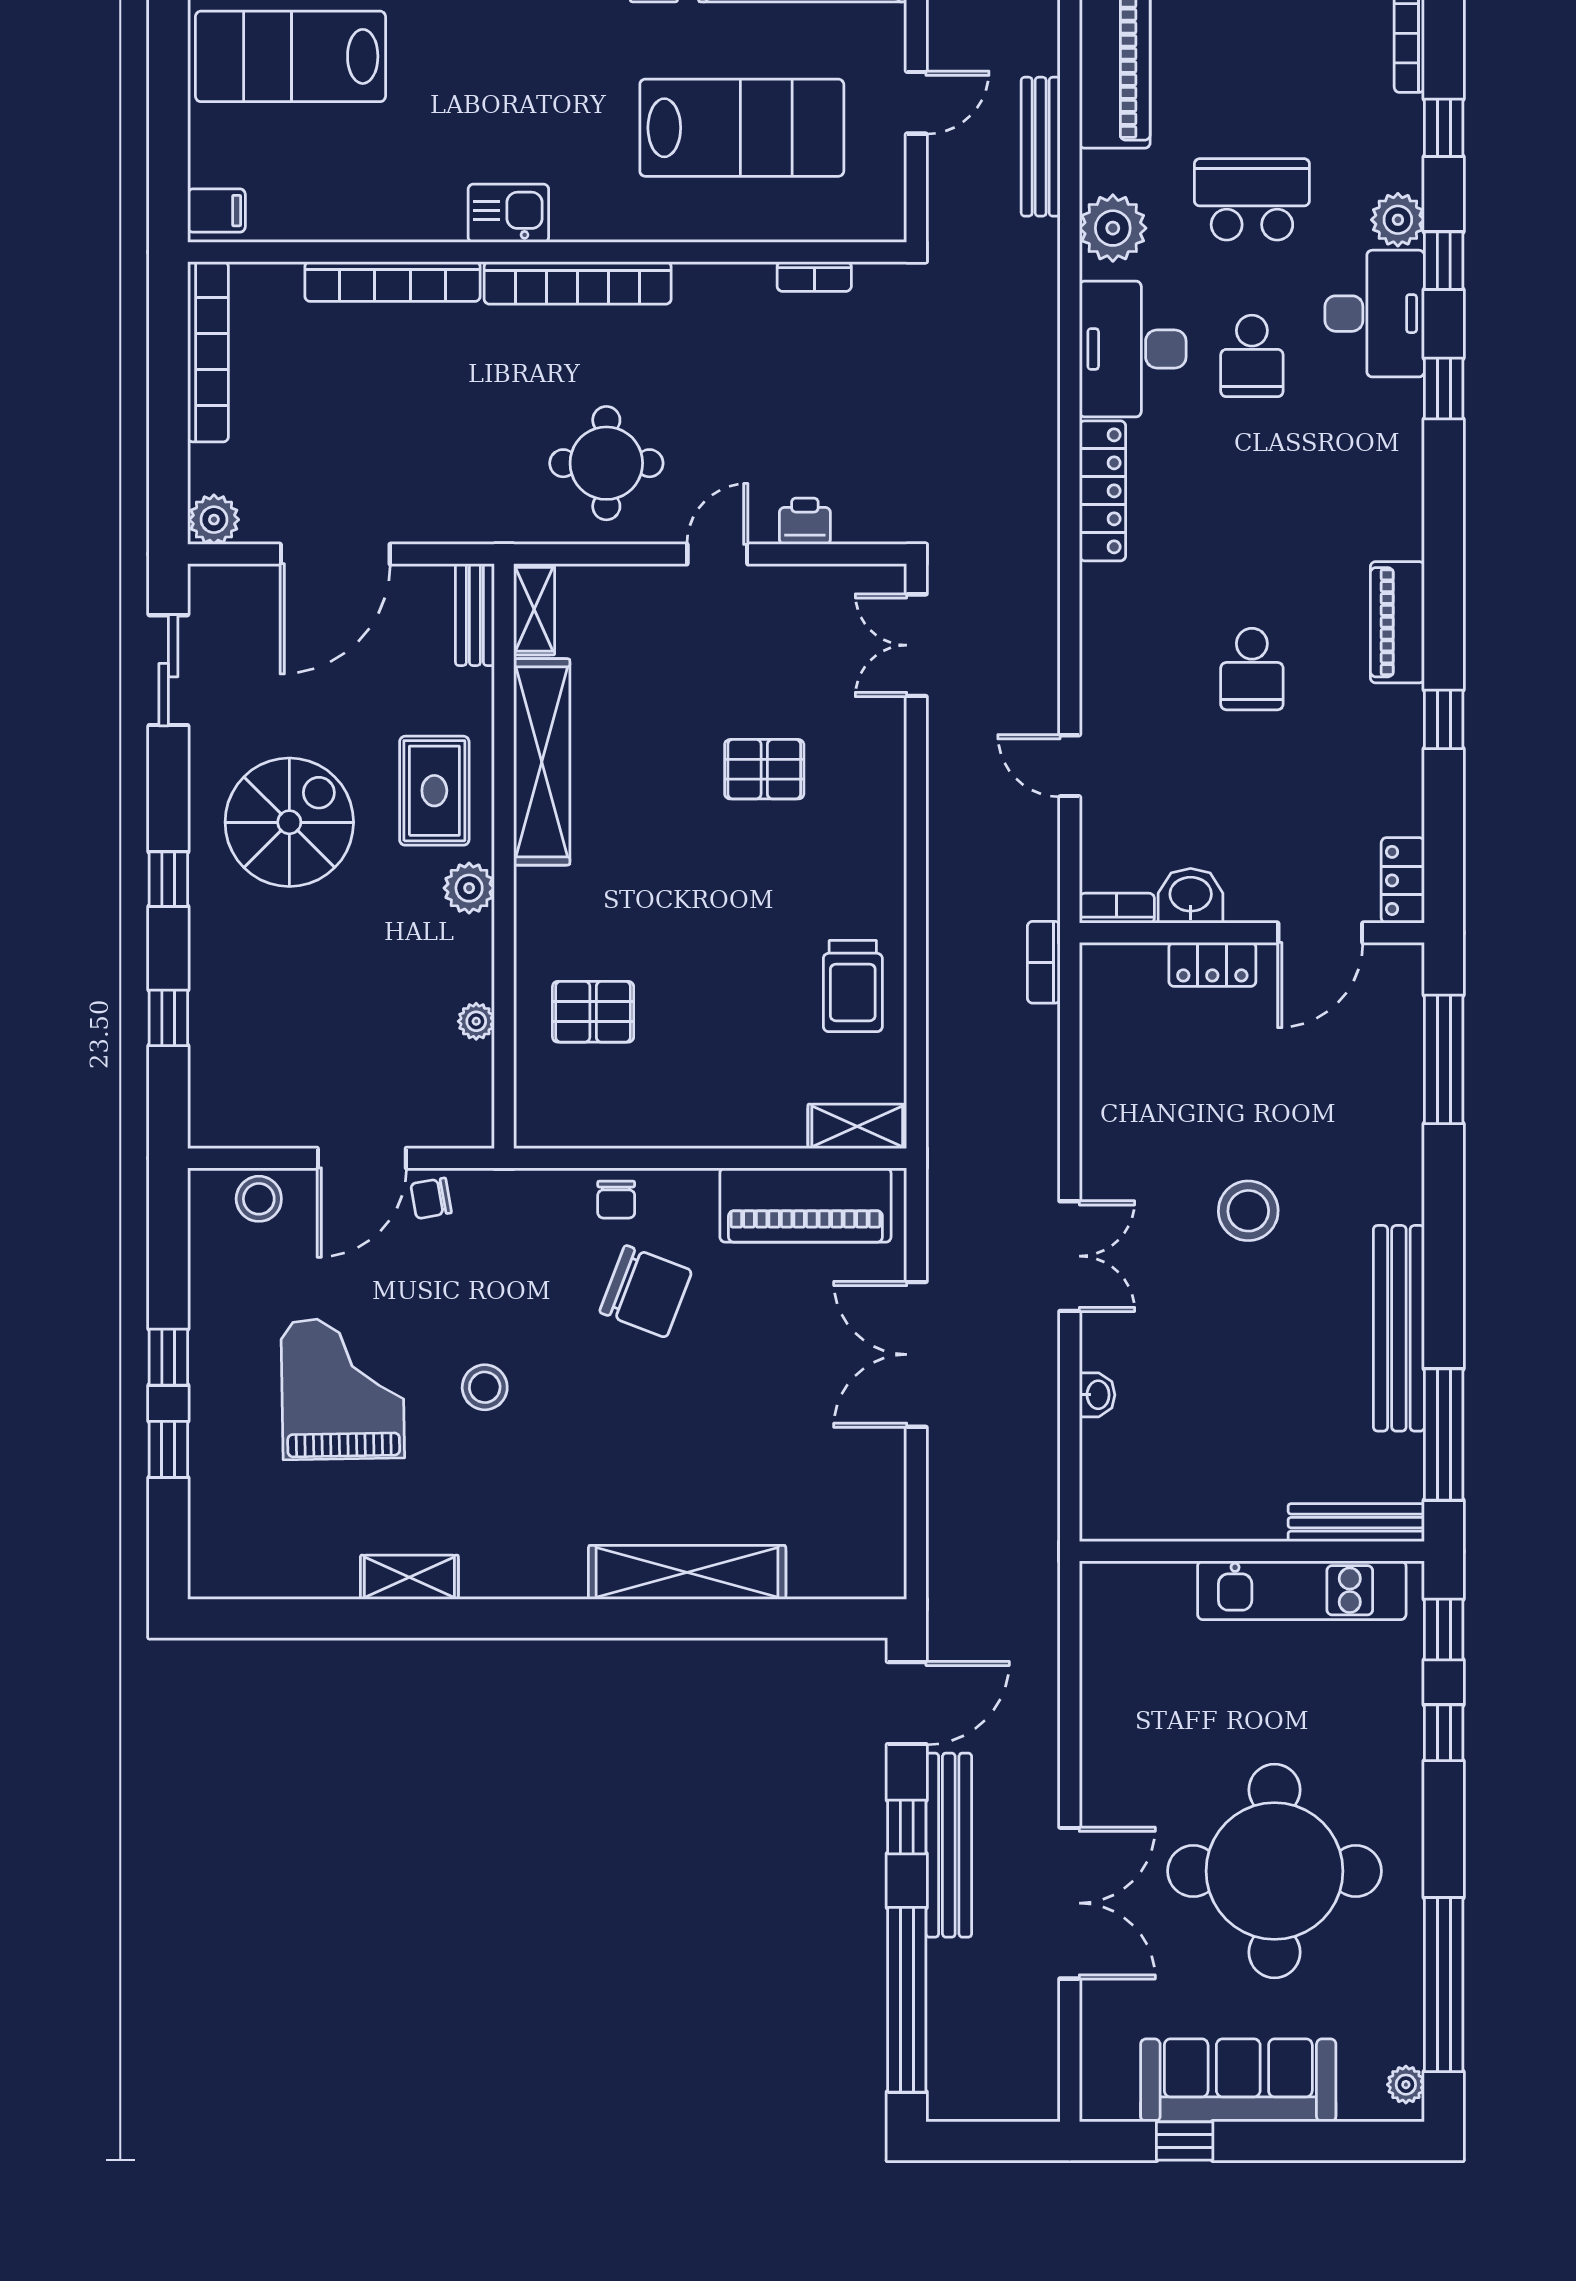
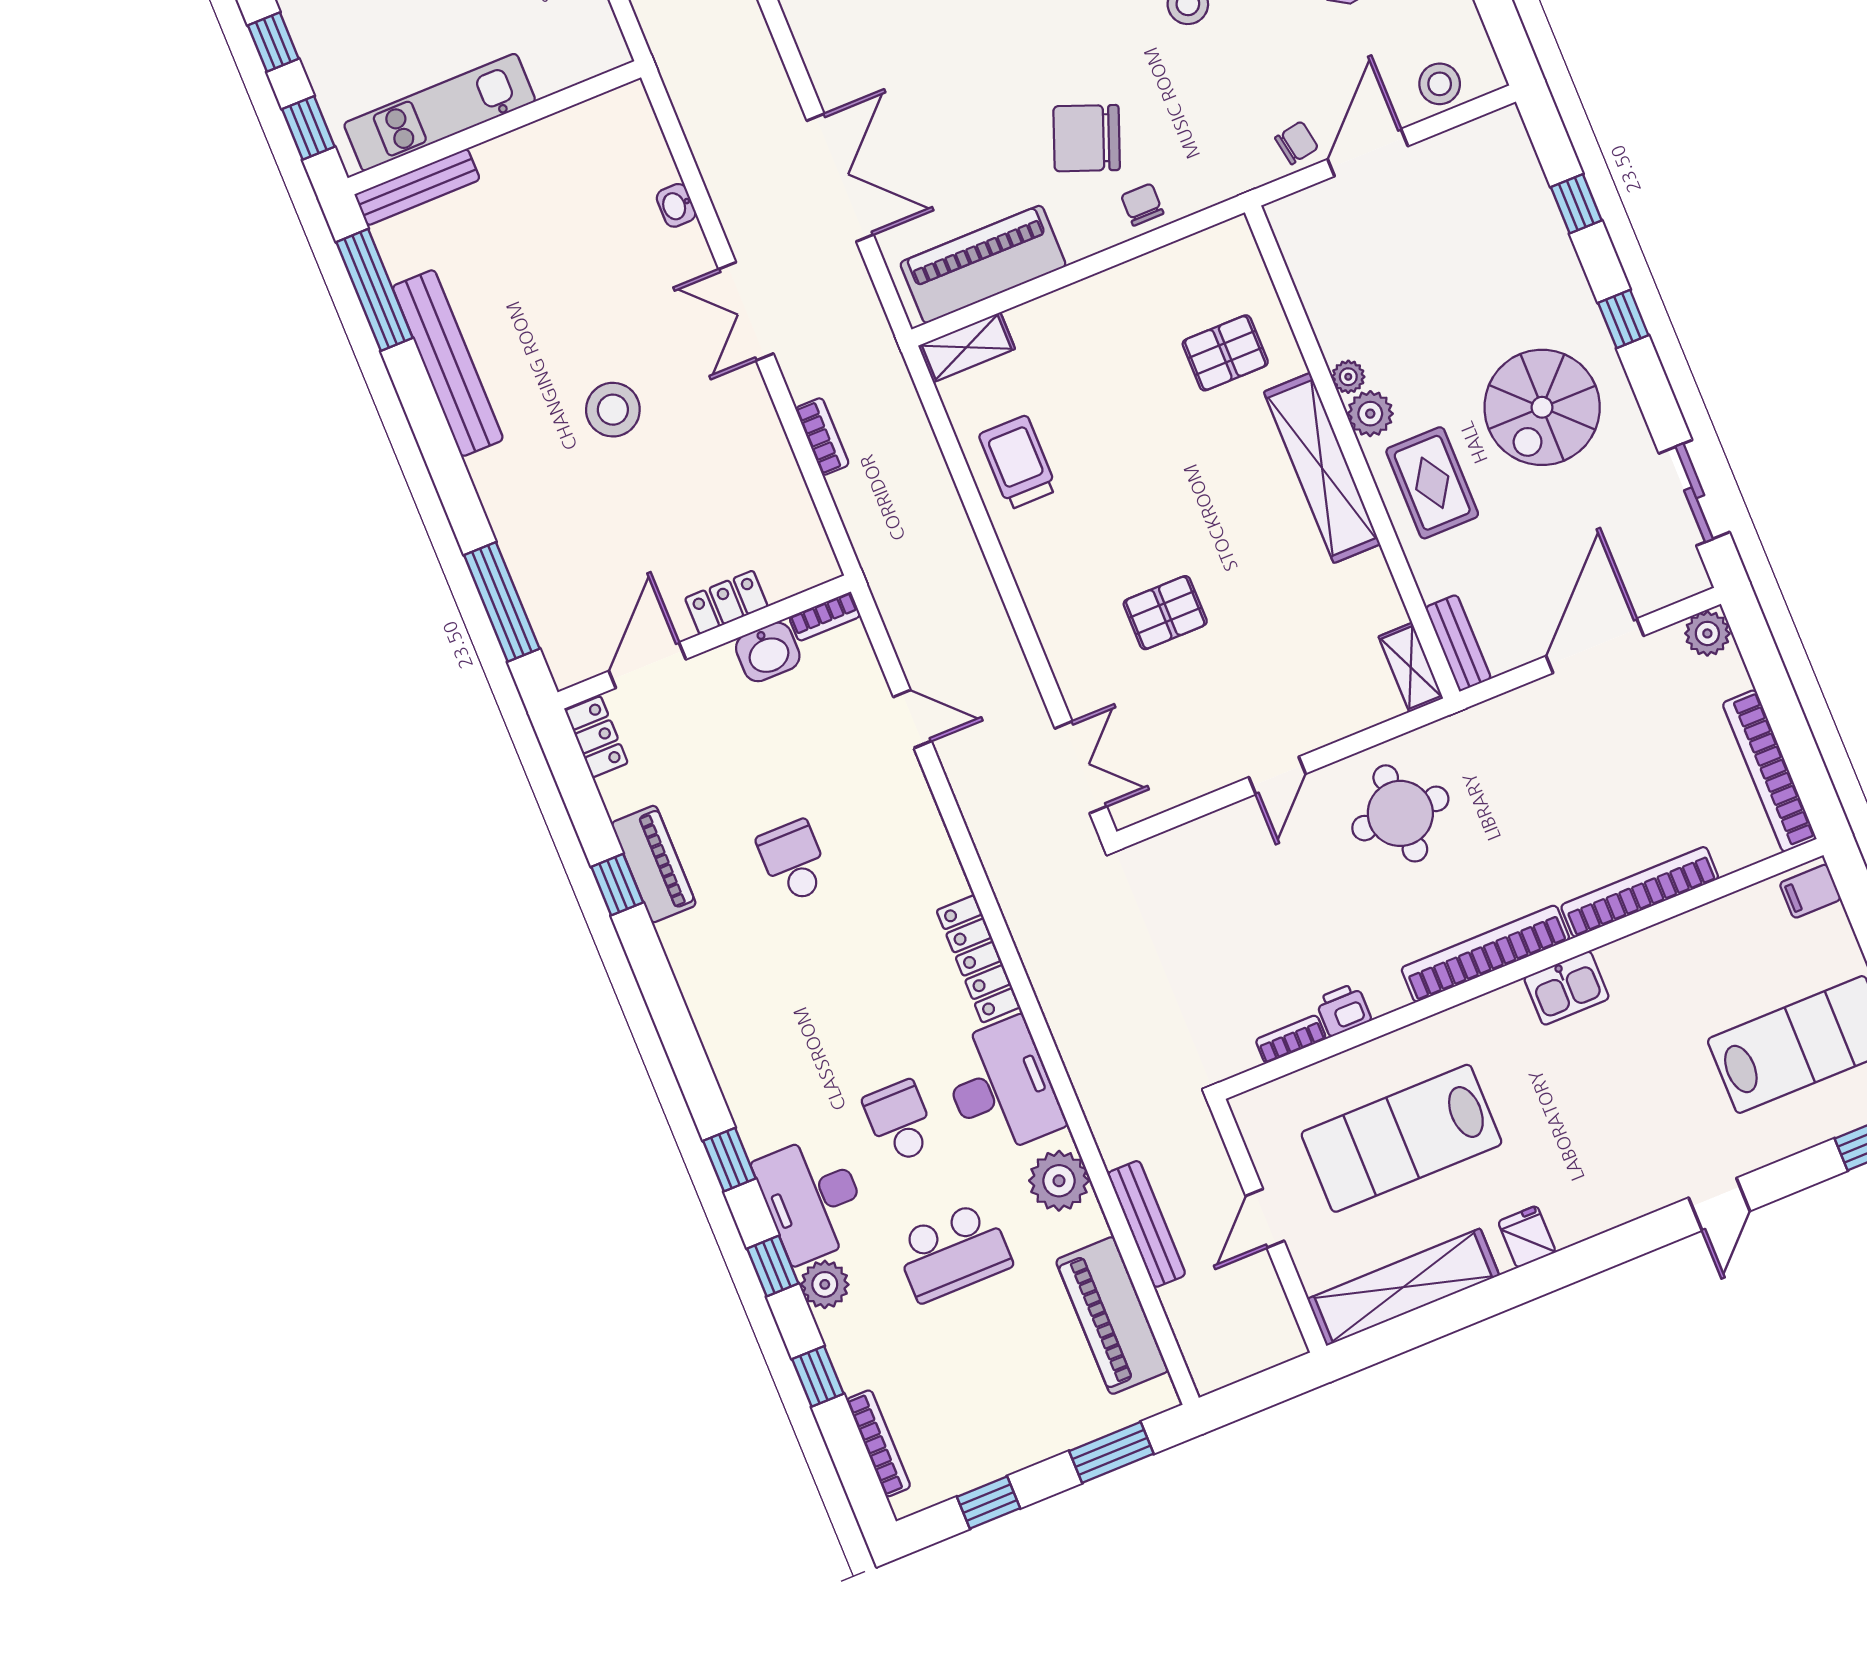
printer: (805, 521) -> (1343, 1010), moved, turned 180
piano: (1397, 622) -> (654, 864), moved
shelving: (542, 762) -> (1322, 468), moved
bookcase: (1044, 962) -> (822, 436), moved
plant: (476, 1021) -> (1348, 377), moved

